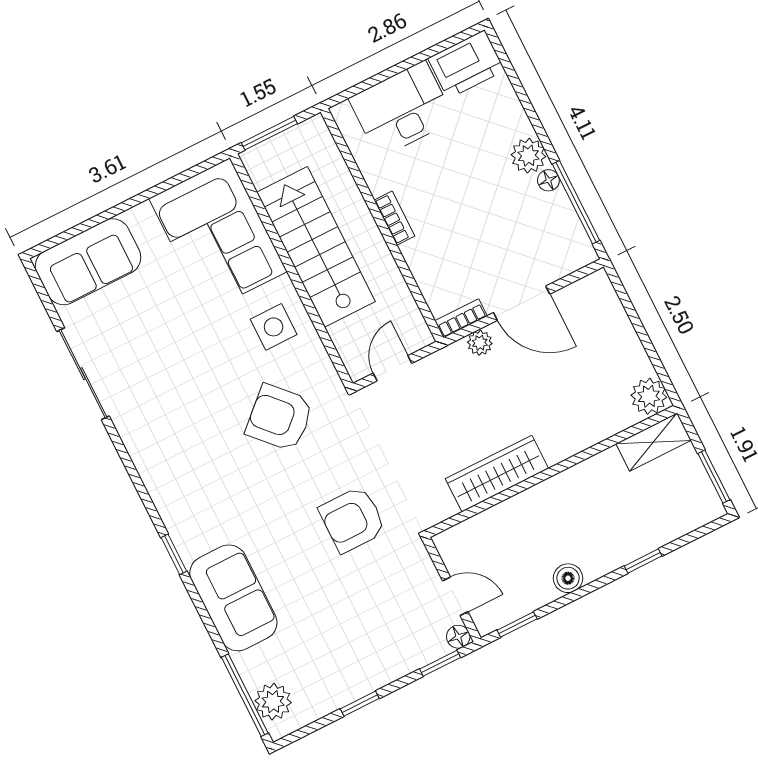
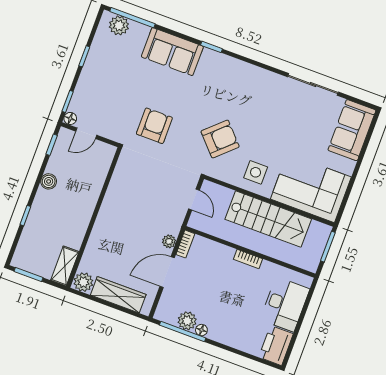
plant: (528, 156) -> (187, 321), moved
wardrobe: (497, 474) -> (118, 295), moved, turned -90

